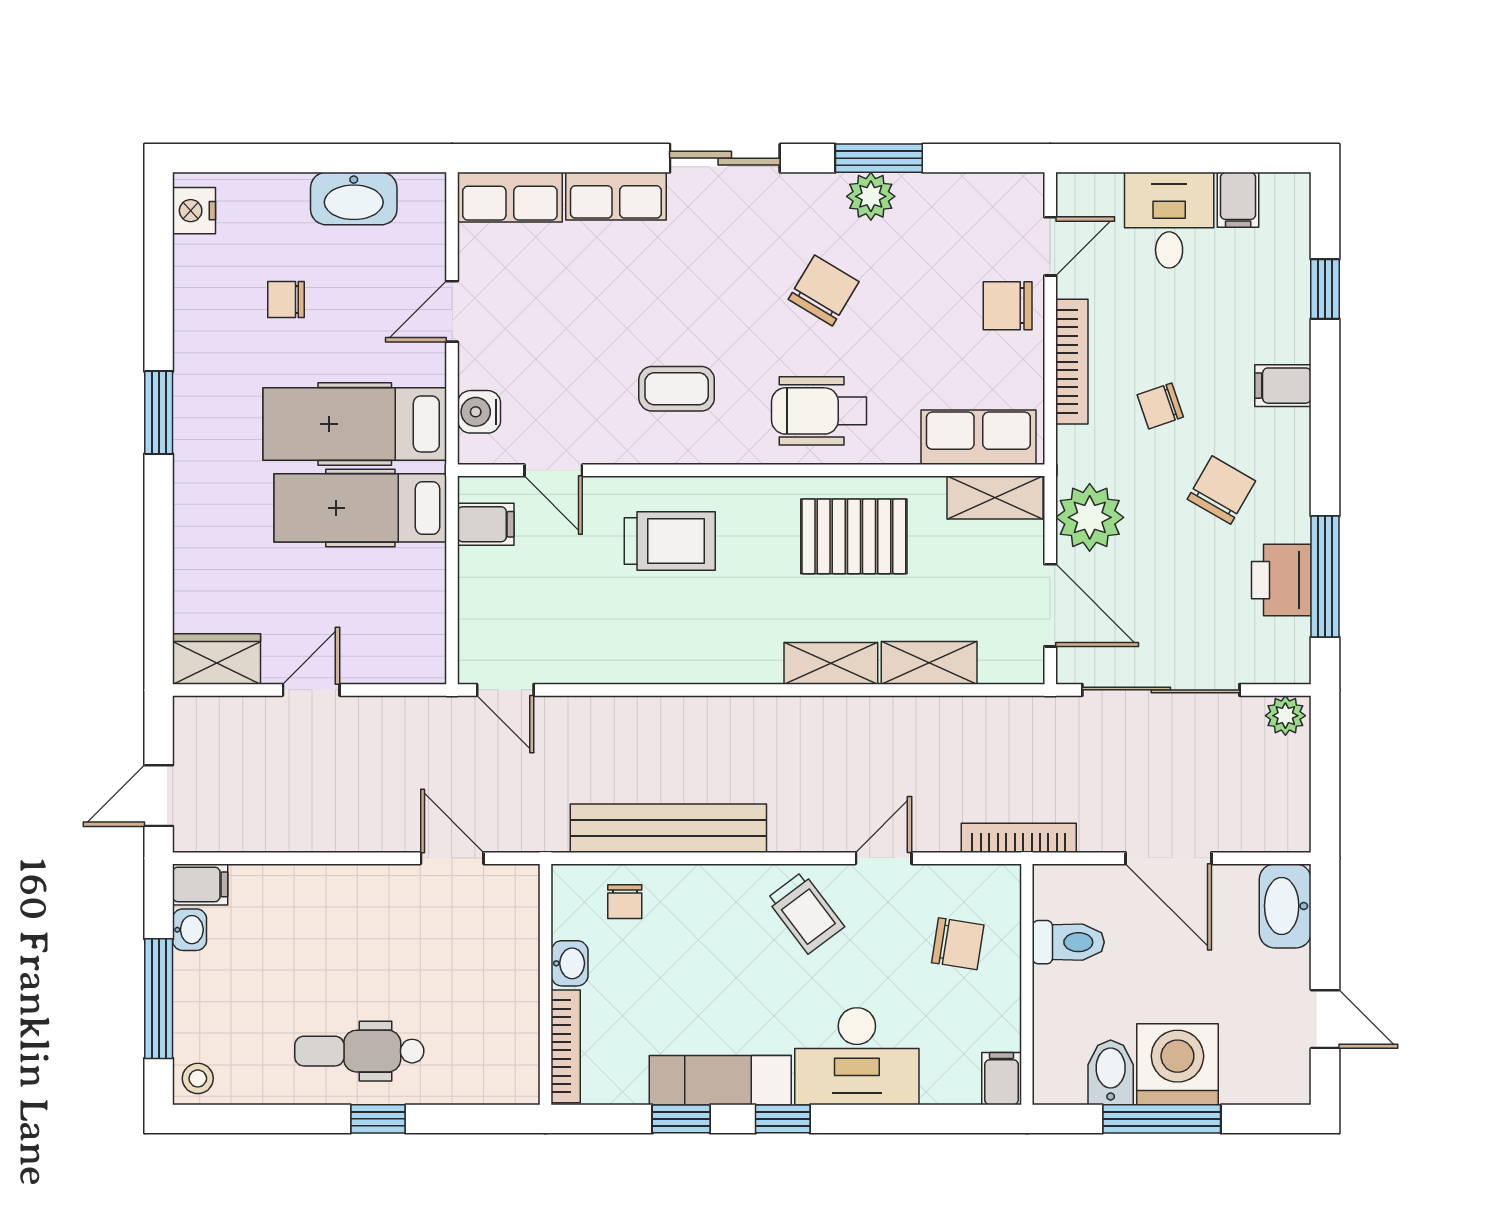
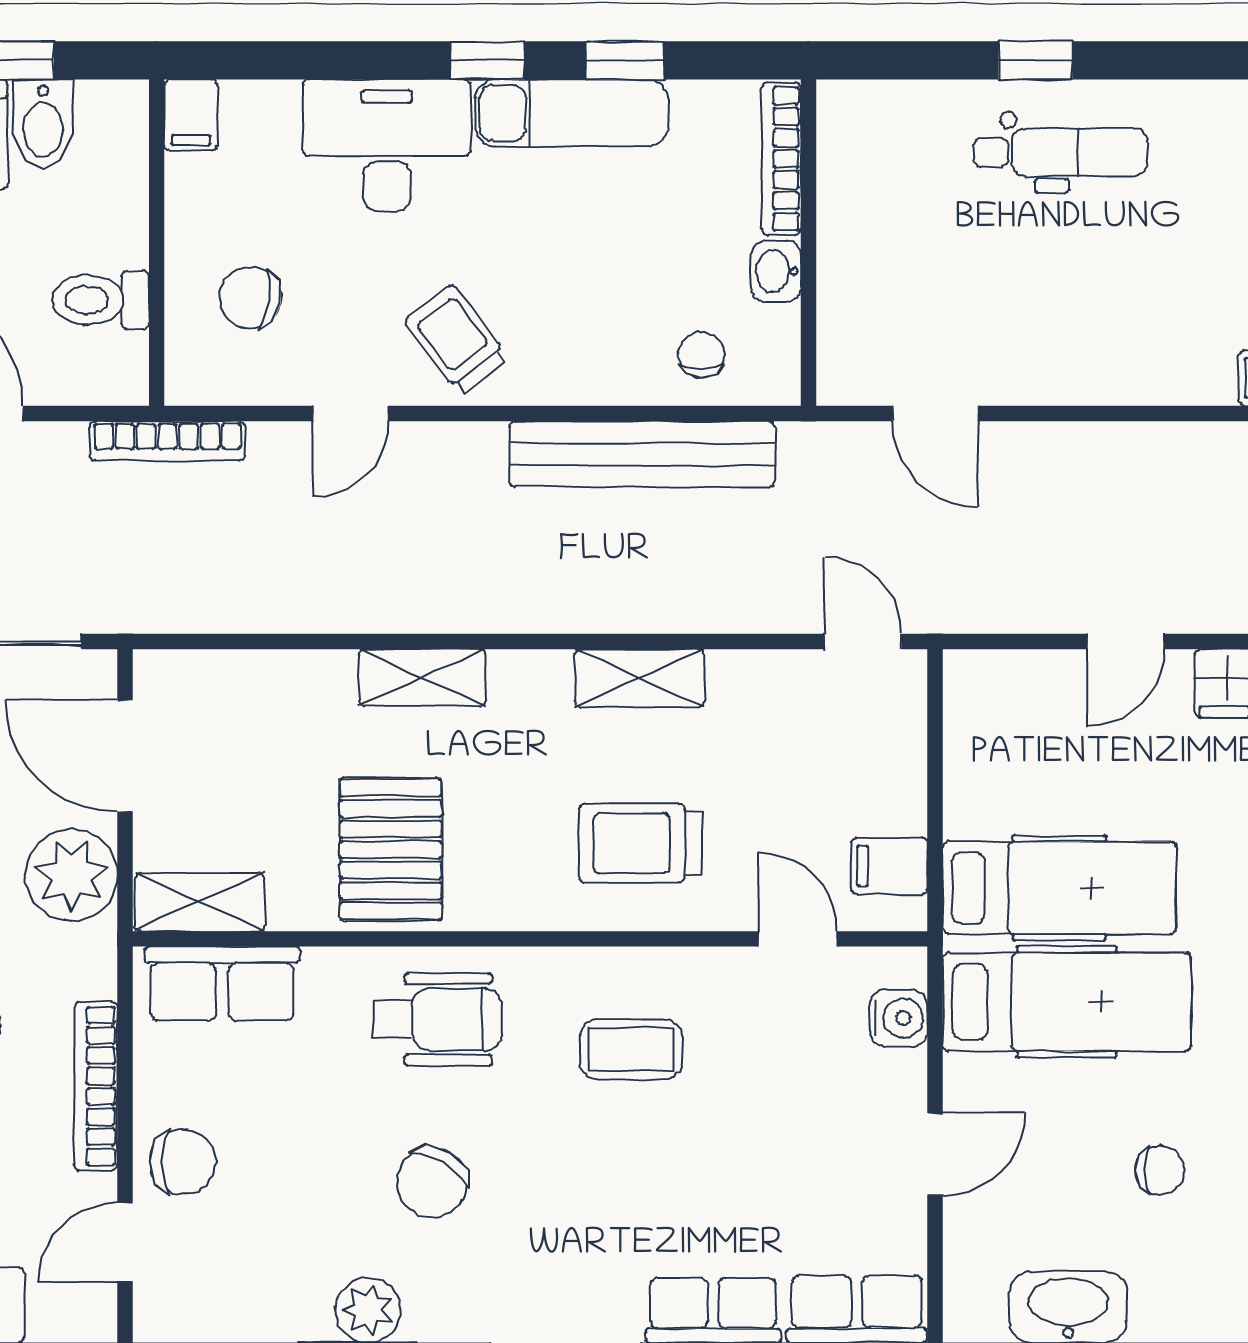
pallet: (854, 536) -> (391, 850), turned 90
shelving: (929, 663) -> (639, 678), moved

